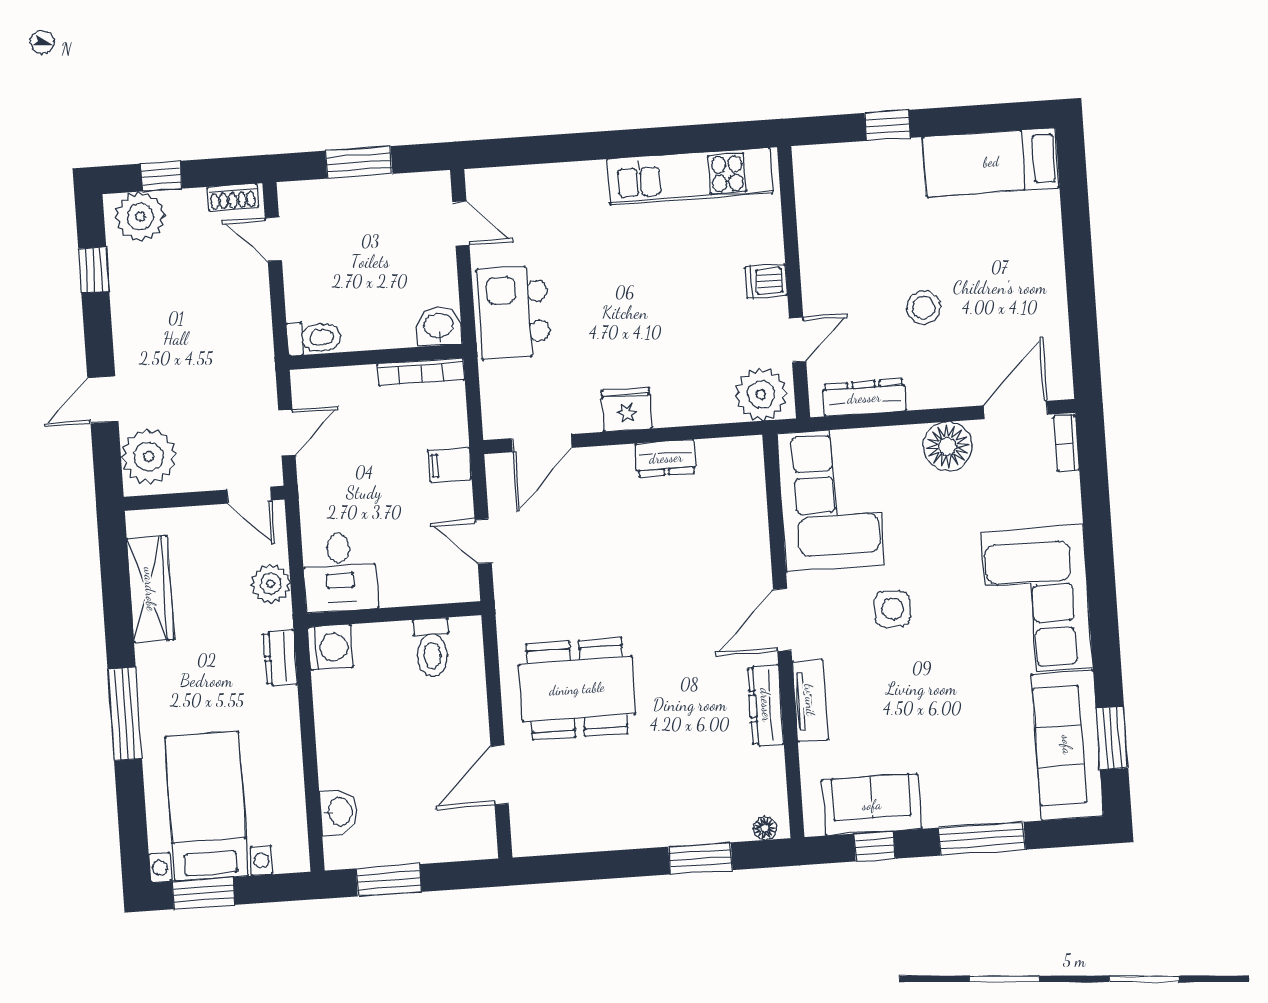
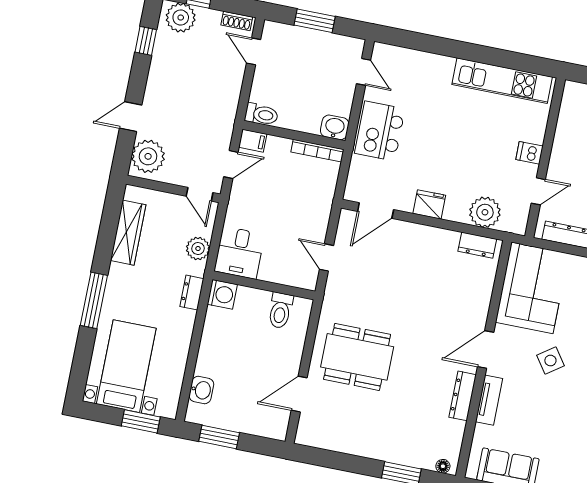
plant: (761, 395) -> (485, 212), moved
dresser: (666, 458) -> (477, 245), moved
filing cabinet: (450, 465) -> (253, 141), moved, turned 180
side table: (892, 609) -> (550, 361), turned -35
window: (203, 893) -> (141, 421), moved

